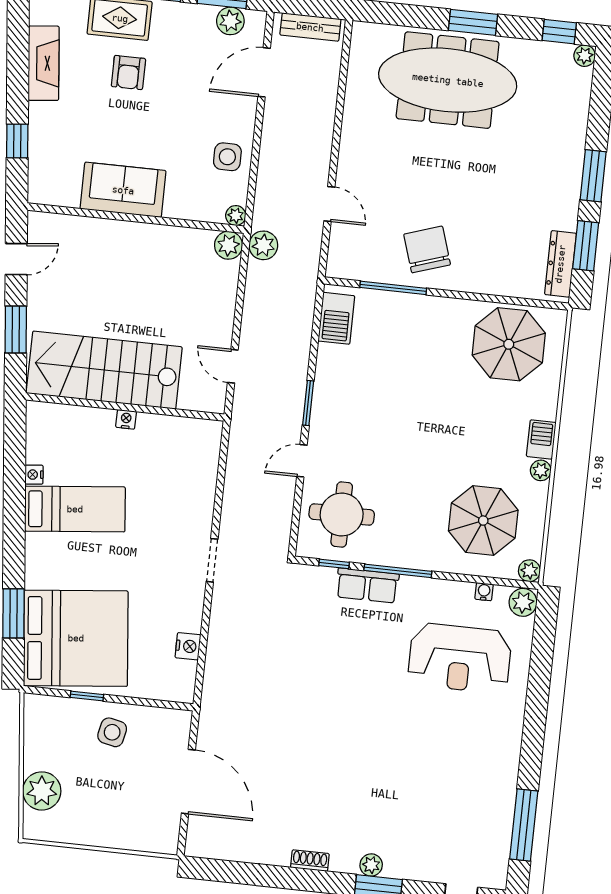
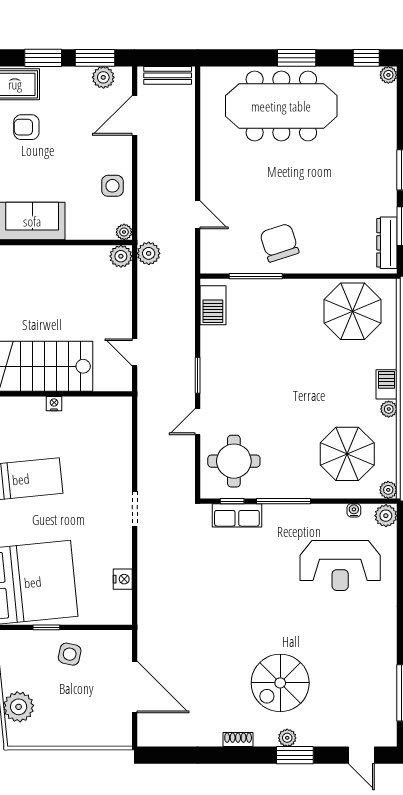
armchair: (128, 73) -> (26, 127), turned 90
row of seats: (367, 585) -> (237, 515), moved
spiral stairs: (370, 796) -> (280, 683), added

